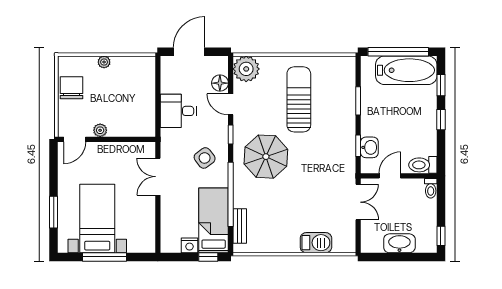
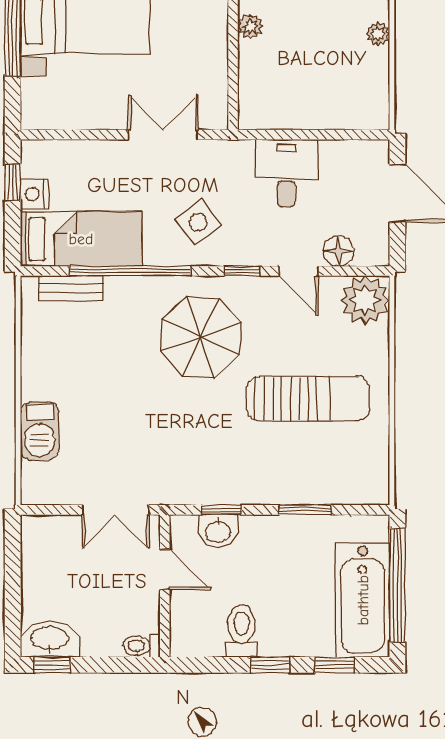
door: (231, 104) -> (299, 271), swing flipped
toilet: (423, 165) -> (241, 631), moved
washbasin: (399, 243) -> (50, 639), moved, turned -90
window: (208, 257) -> (13, 182), moved

